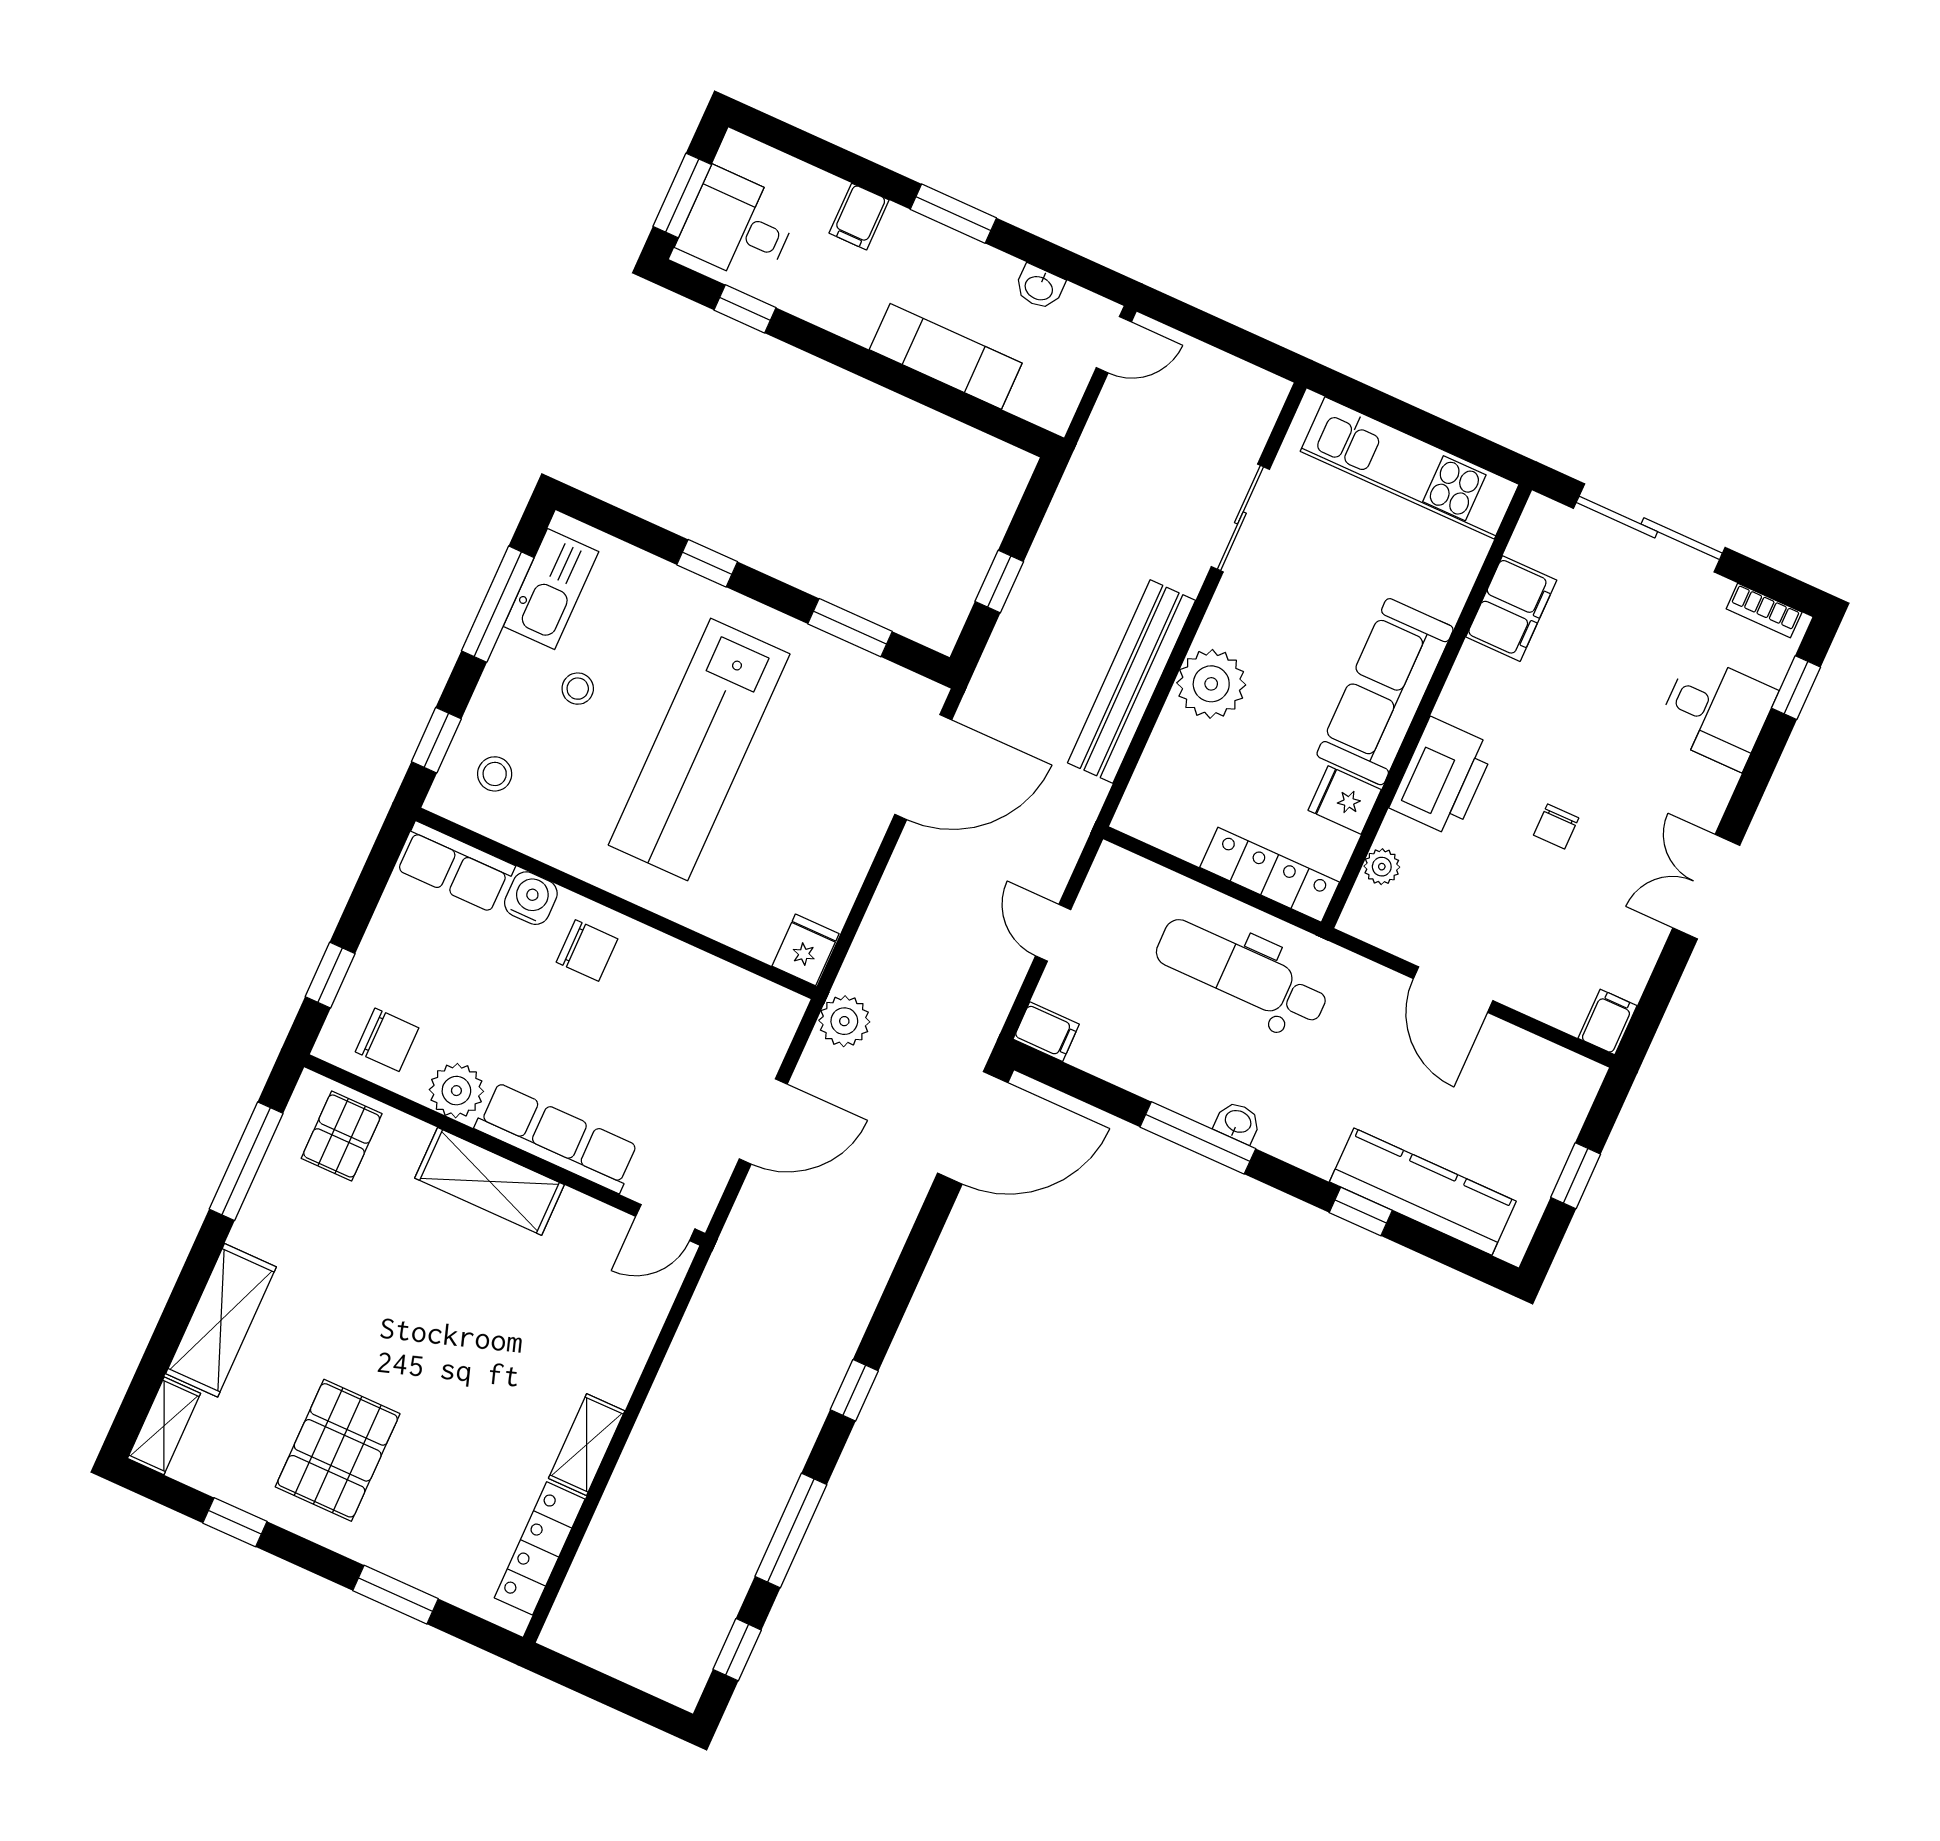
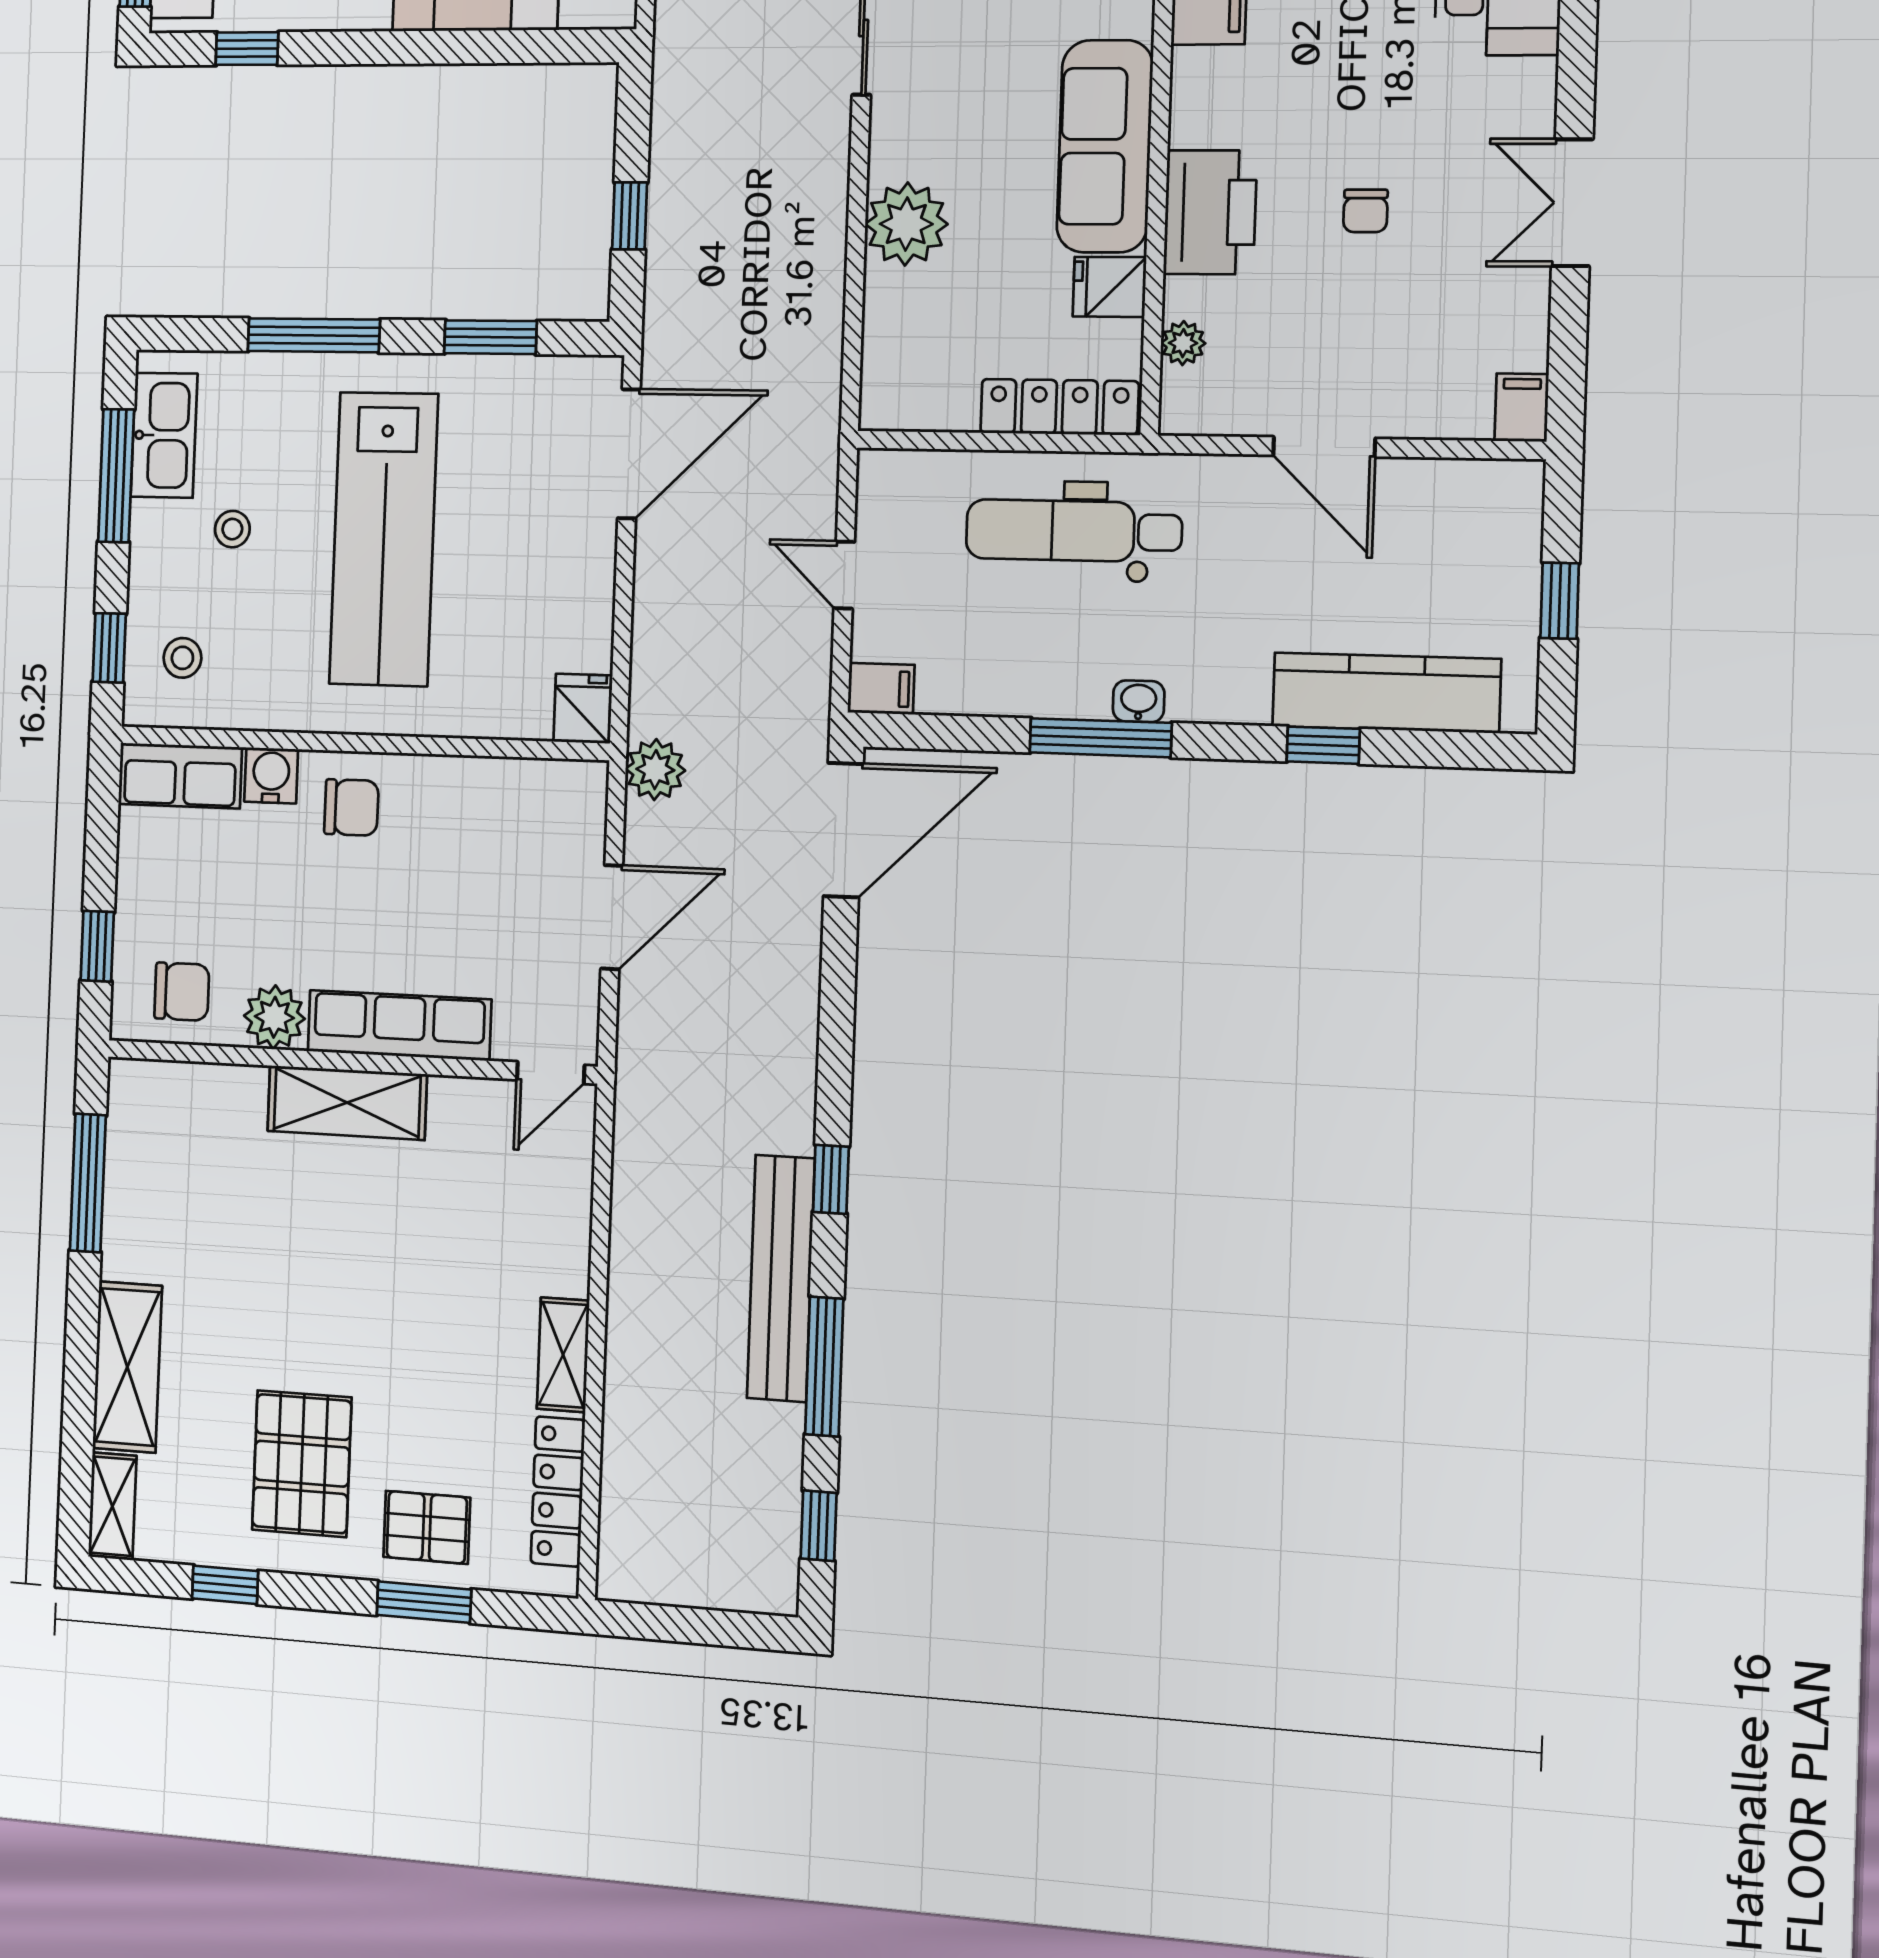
window: (707, 563) -> (314, 335), width x2.17
bench: (1132, 682) -> (781, 1278), moved
pallet: (342, 1136) -> (427, 1527), moved, turned 90

